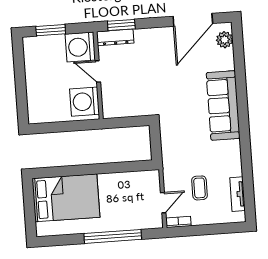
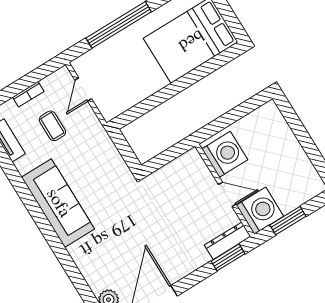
window: (51, 30) -> (288, 221), moved
sofa: (223, 105) -> (58, 203), moved
bookcase: (178, 222) -> (28, 94), moved

